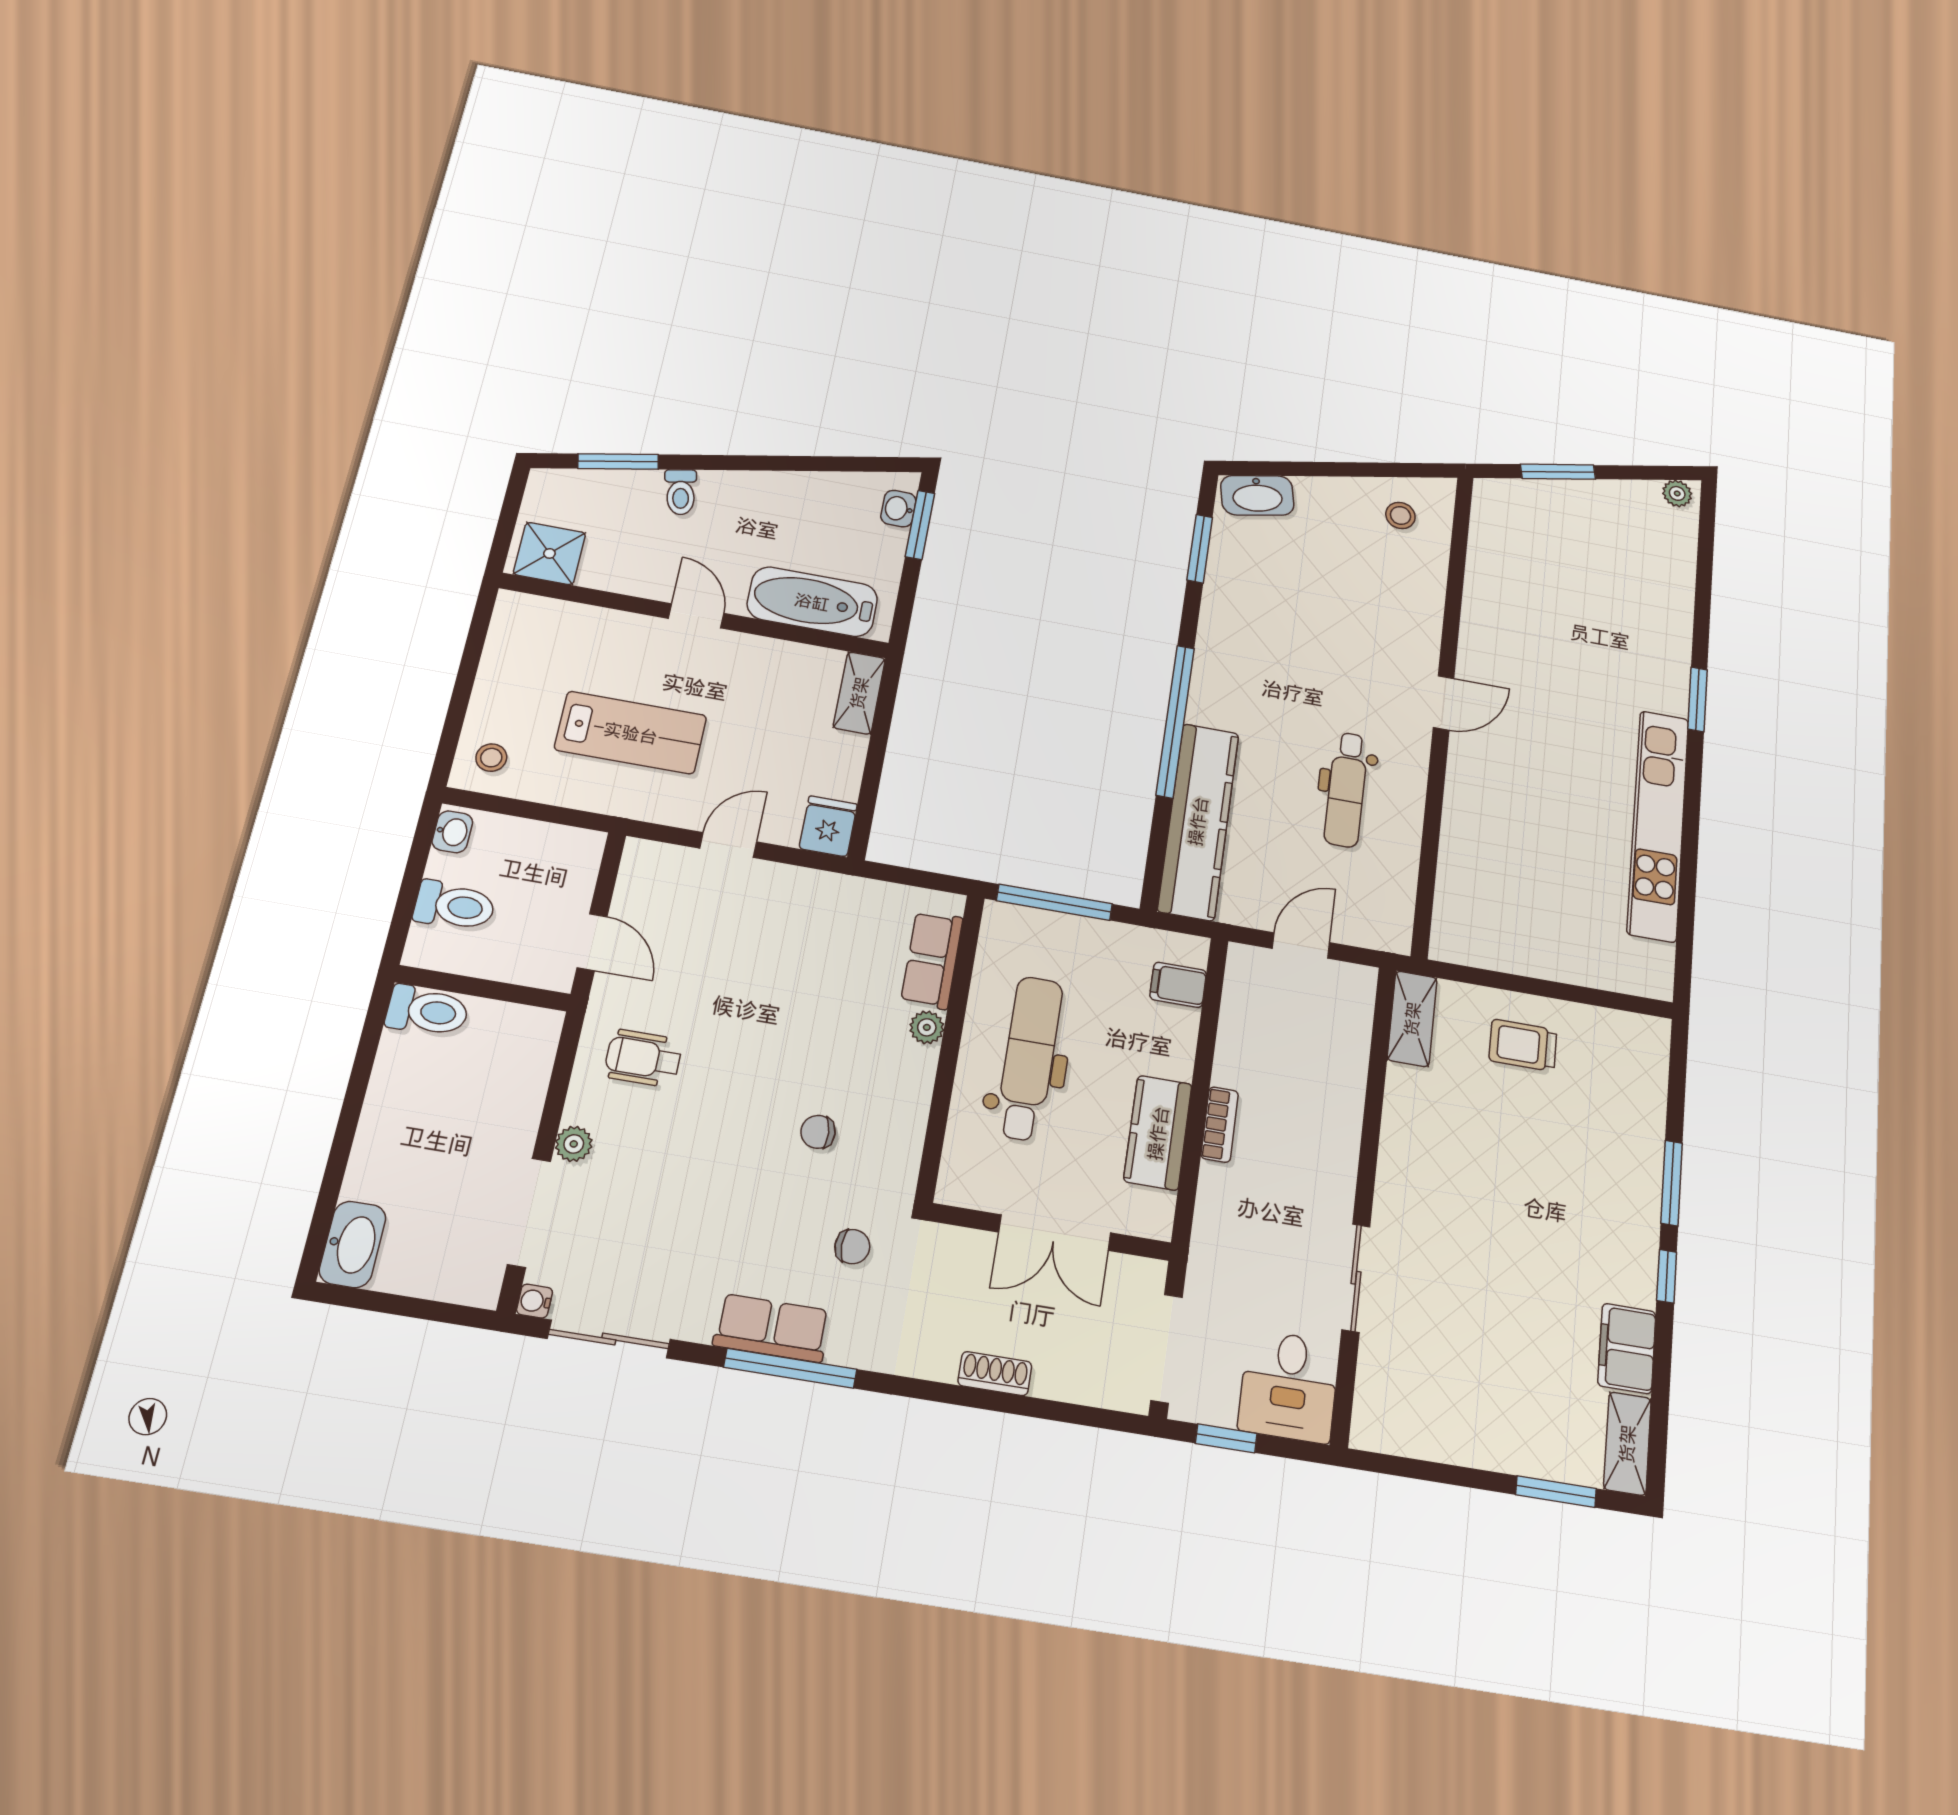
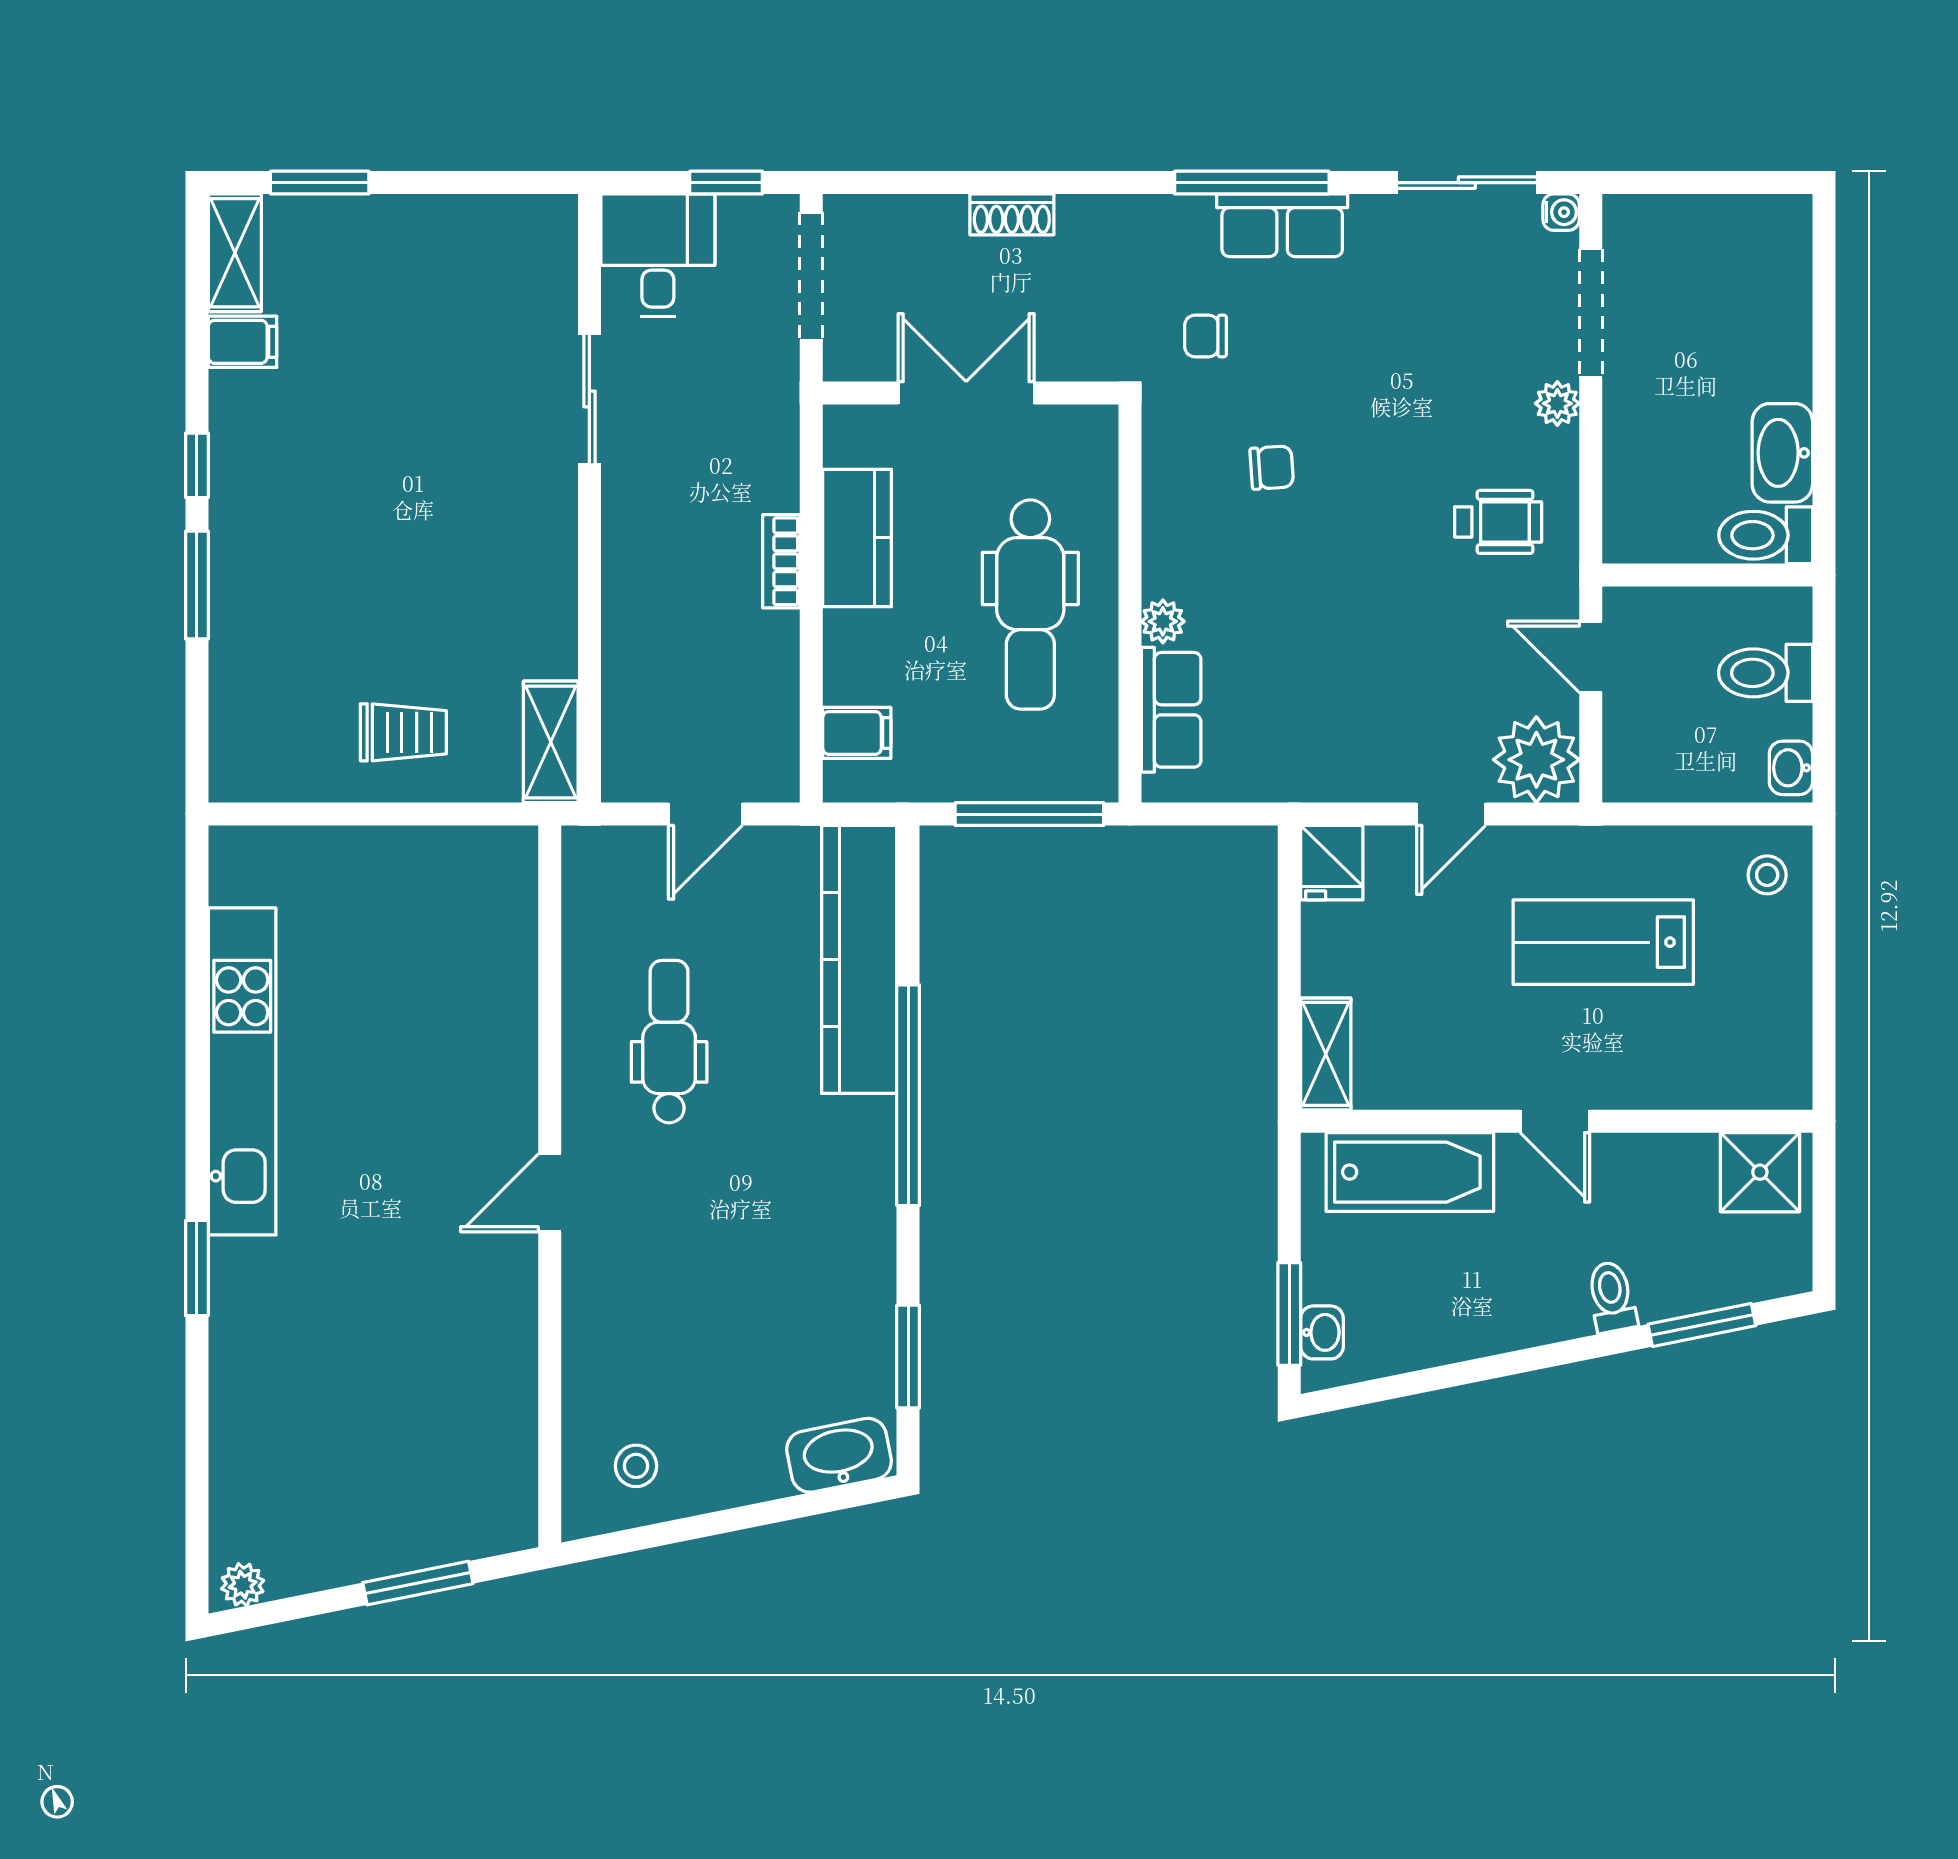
plant: (653, 873) -> (1536, 760), added
washbasin: (353, 1244) -> (1782, 453), moved
filing cabinet: (1627, 1348) -> (243, 342), width x0.50

